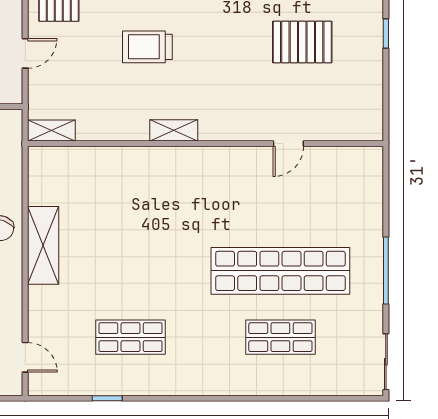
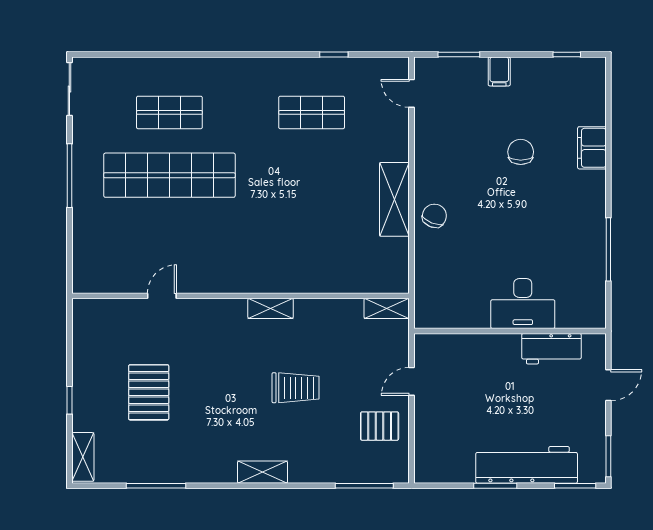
pallet: (302, 42) -> (149, 392), turned 90

